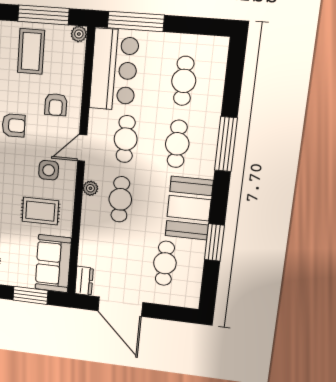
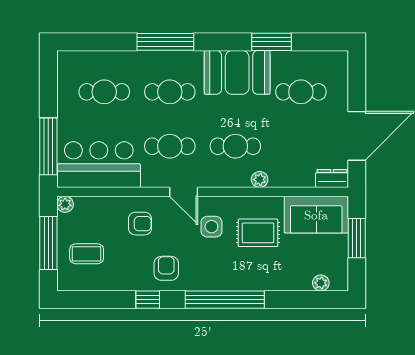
coffee table: (31, 51) -> (87, 254), width x0.73, depth x0.77
plant: (90, 188) -> (260, 180), moved
rug: (40, 211) -> (258, 233), turned 90

